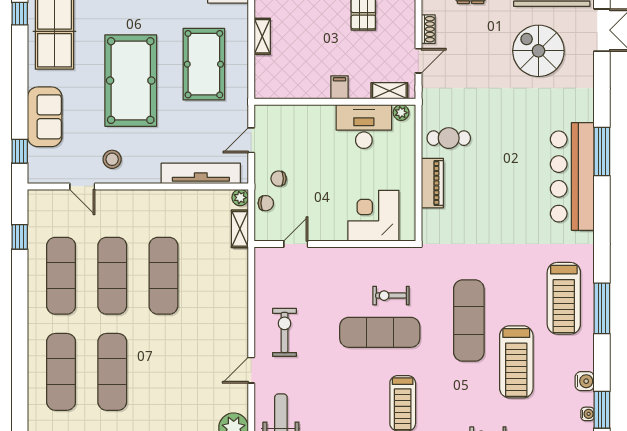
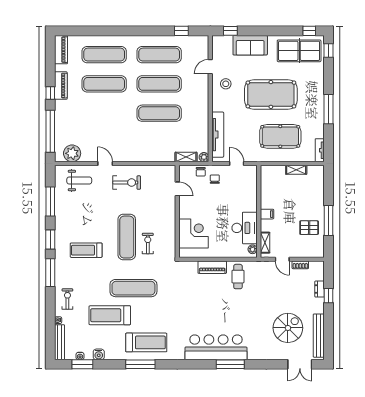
treadmill: (564, 298) -> (146, 342), turned 180

